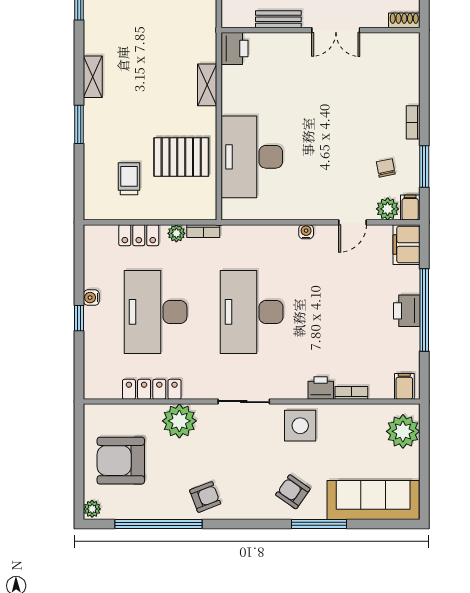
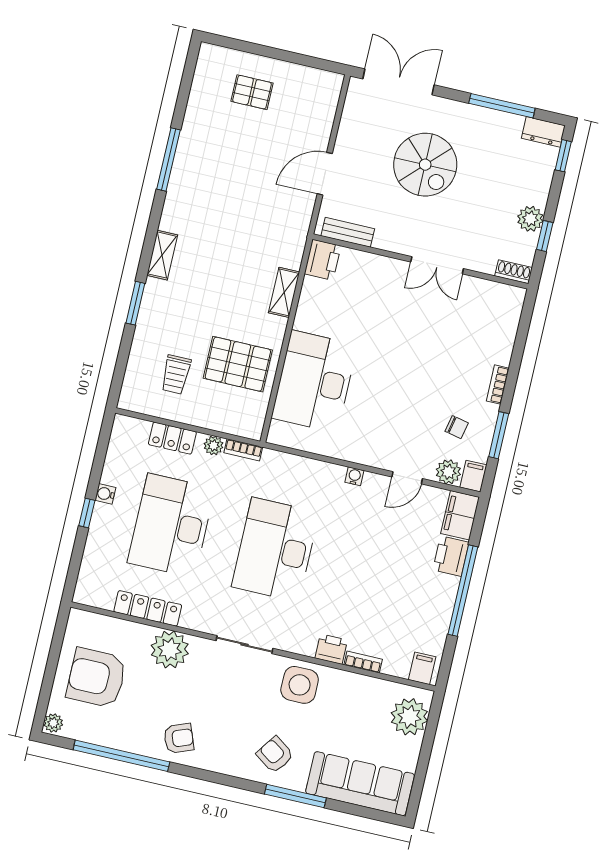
bench: (278, 19) -> (348, 232), moved
chair: (386, 168) -> (457, 427), turned 113
trolley: (129, 179) -> (176, 375), turned 180
printer: (407, 311) -> (451, 556), moved

